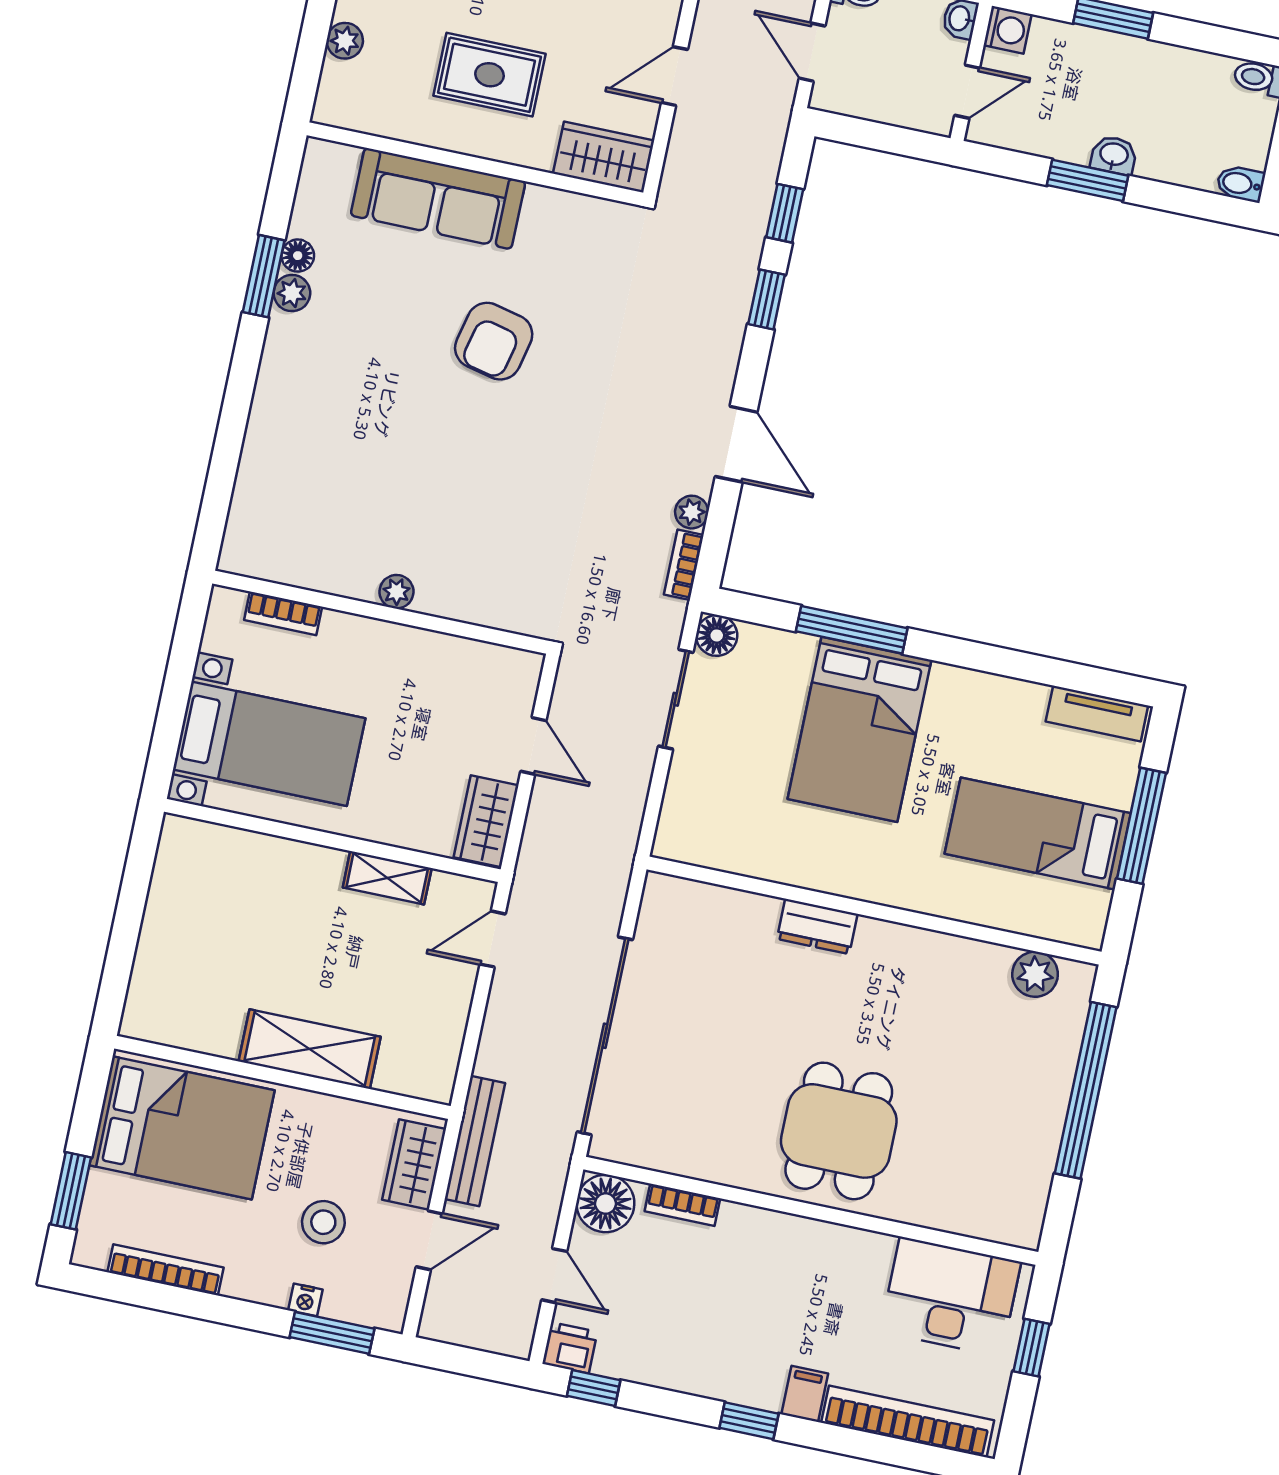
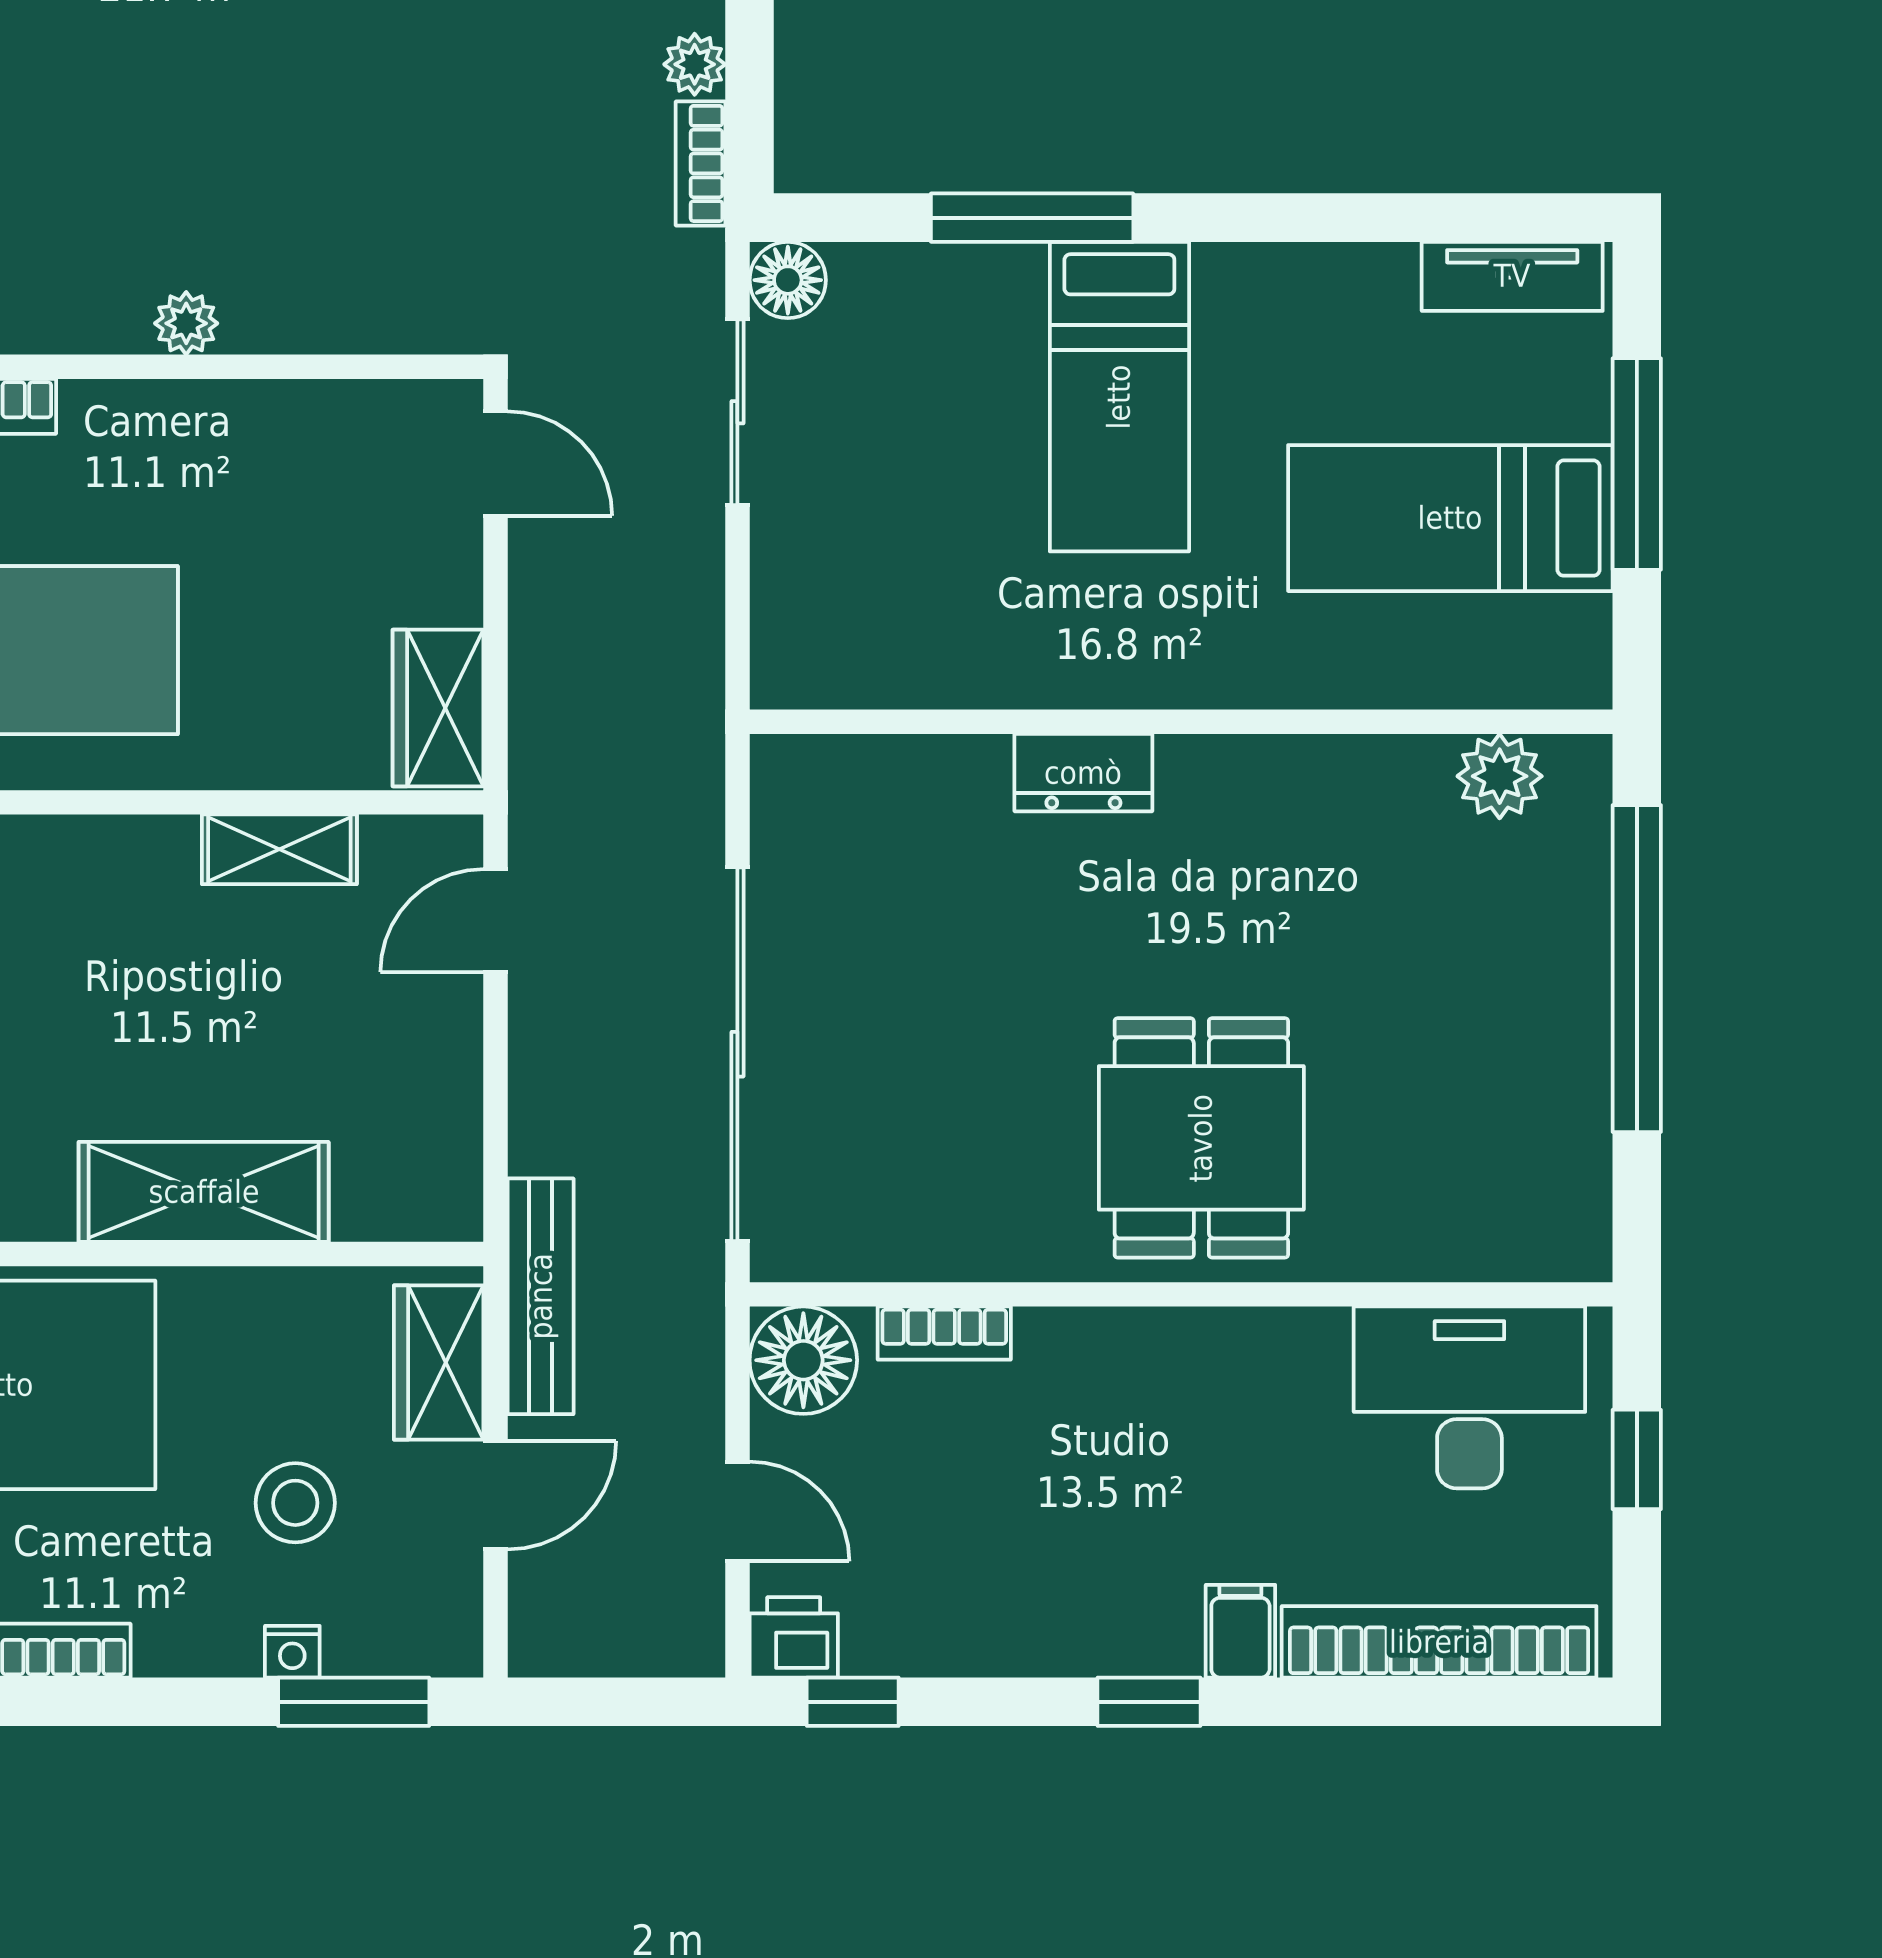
bed: (859, 729) -> (1119, 397), width x0.67
door: (533, 746) -> (495, 464), moved

